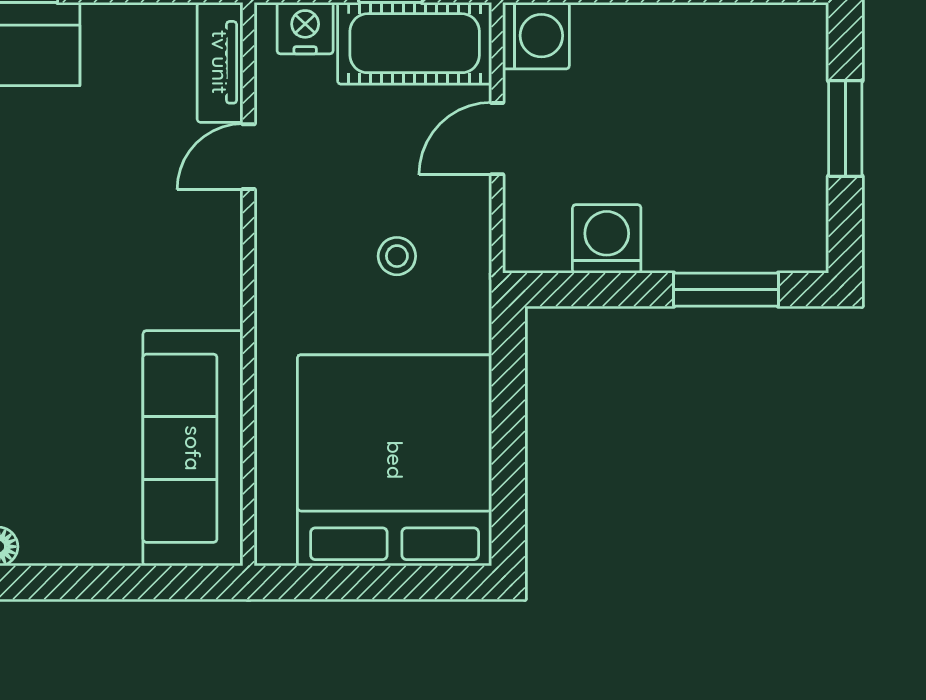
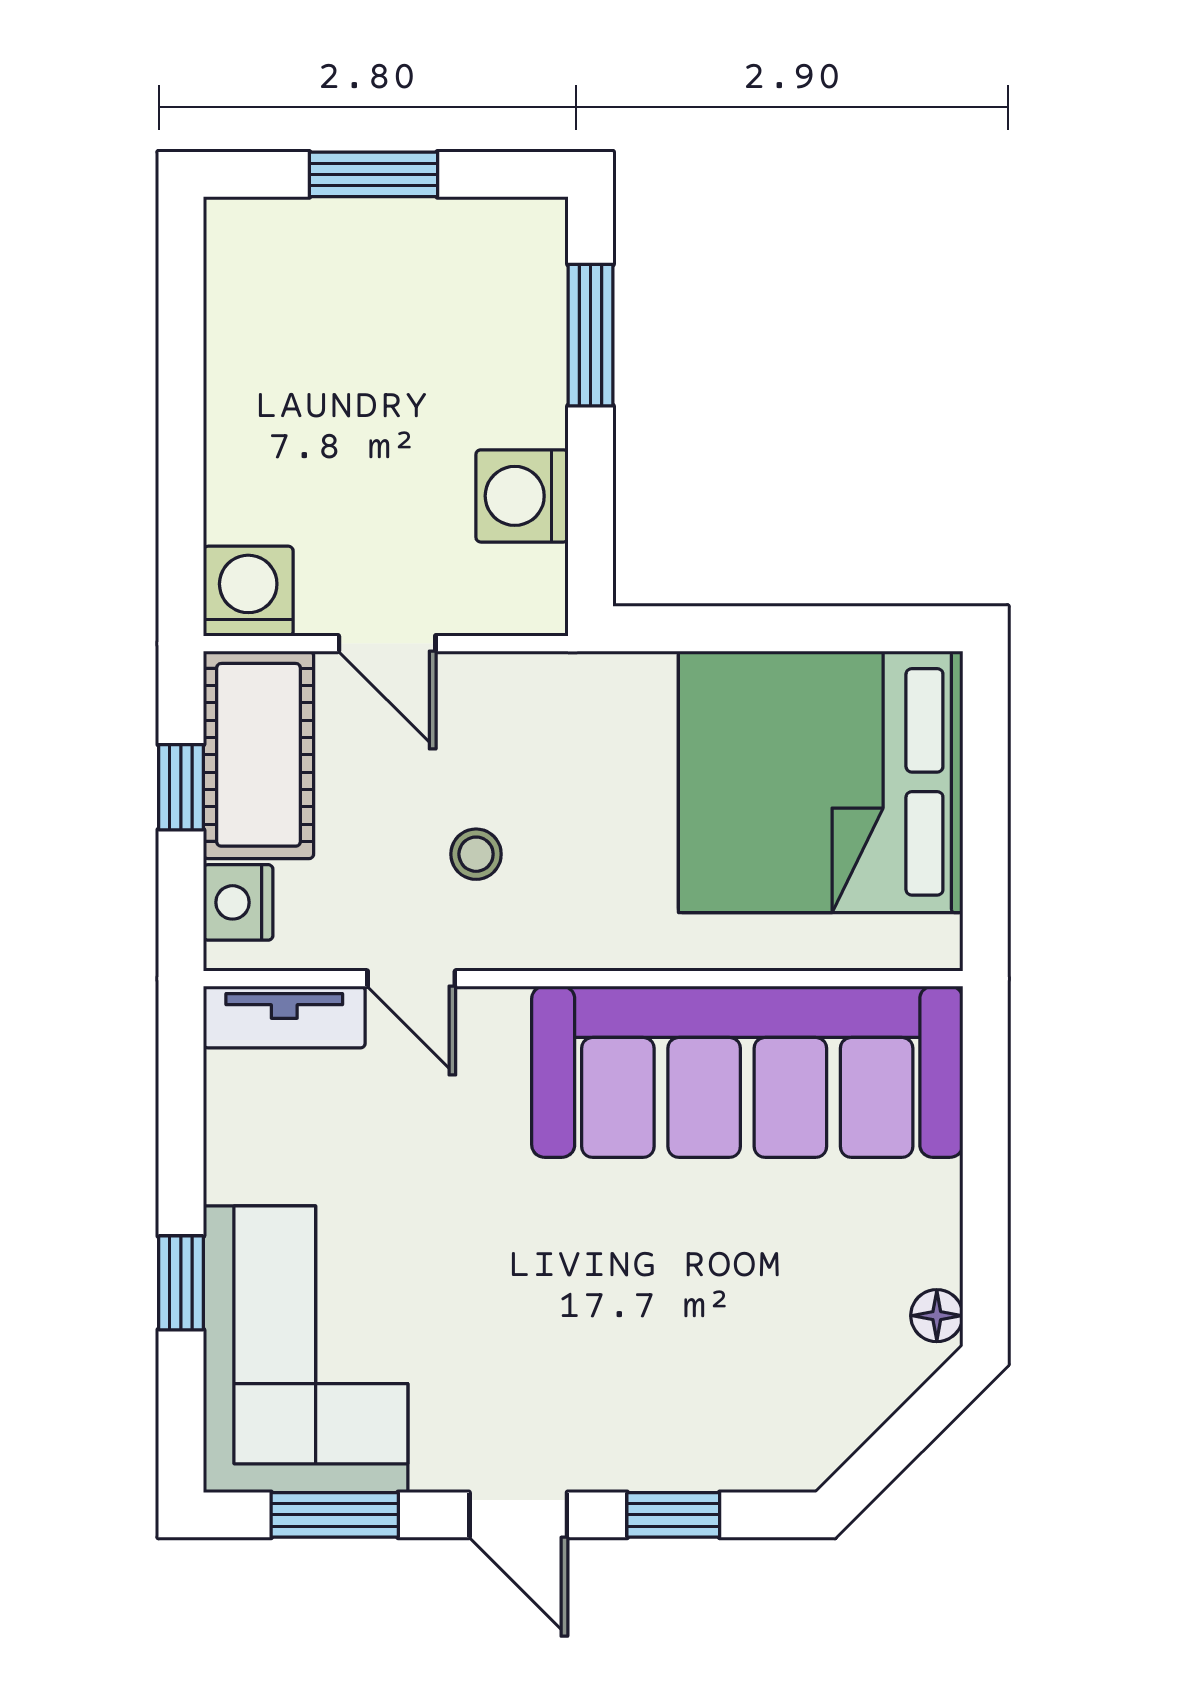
stool: (397, 256) -> (476, 854), moved
sofa: (193, 448) -> (747, 1072), width x1.36, depth x1.27

